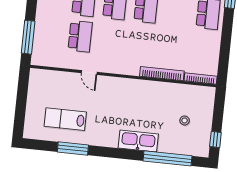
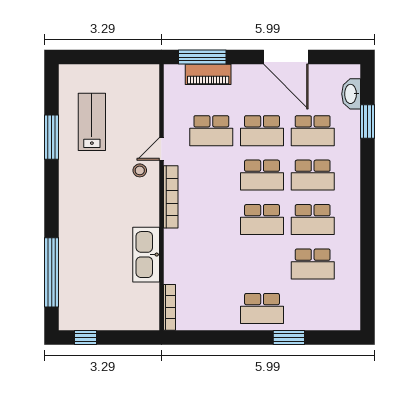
piano: (41, 34) -> (208, 74), added
bookcase: (162, 74) -> (171, 197), moved
stool: (185, 120) -> (140, 170), moved
kitchen sink: (138, 141) -> (146, 255), moved, turned 180

